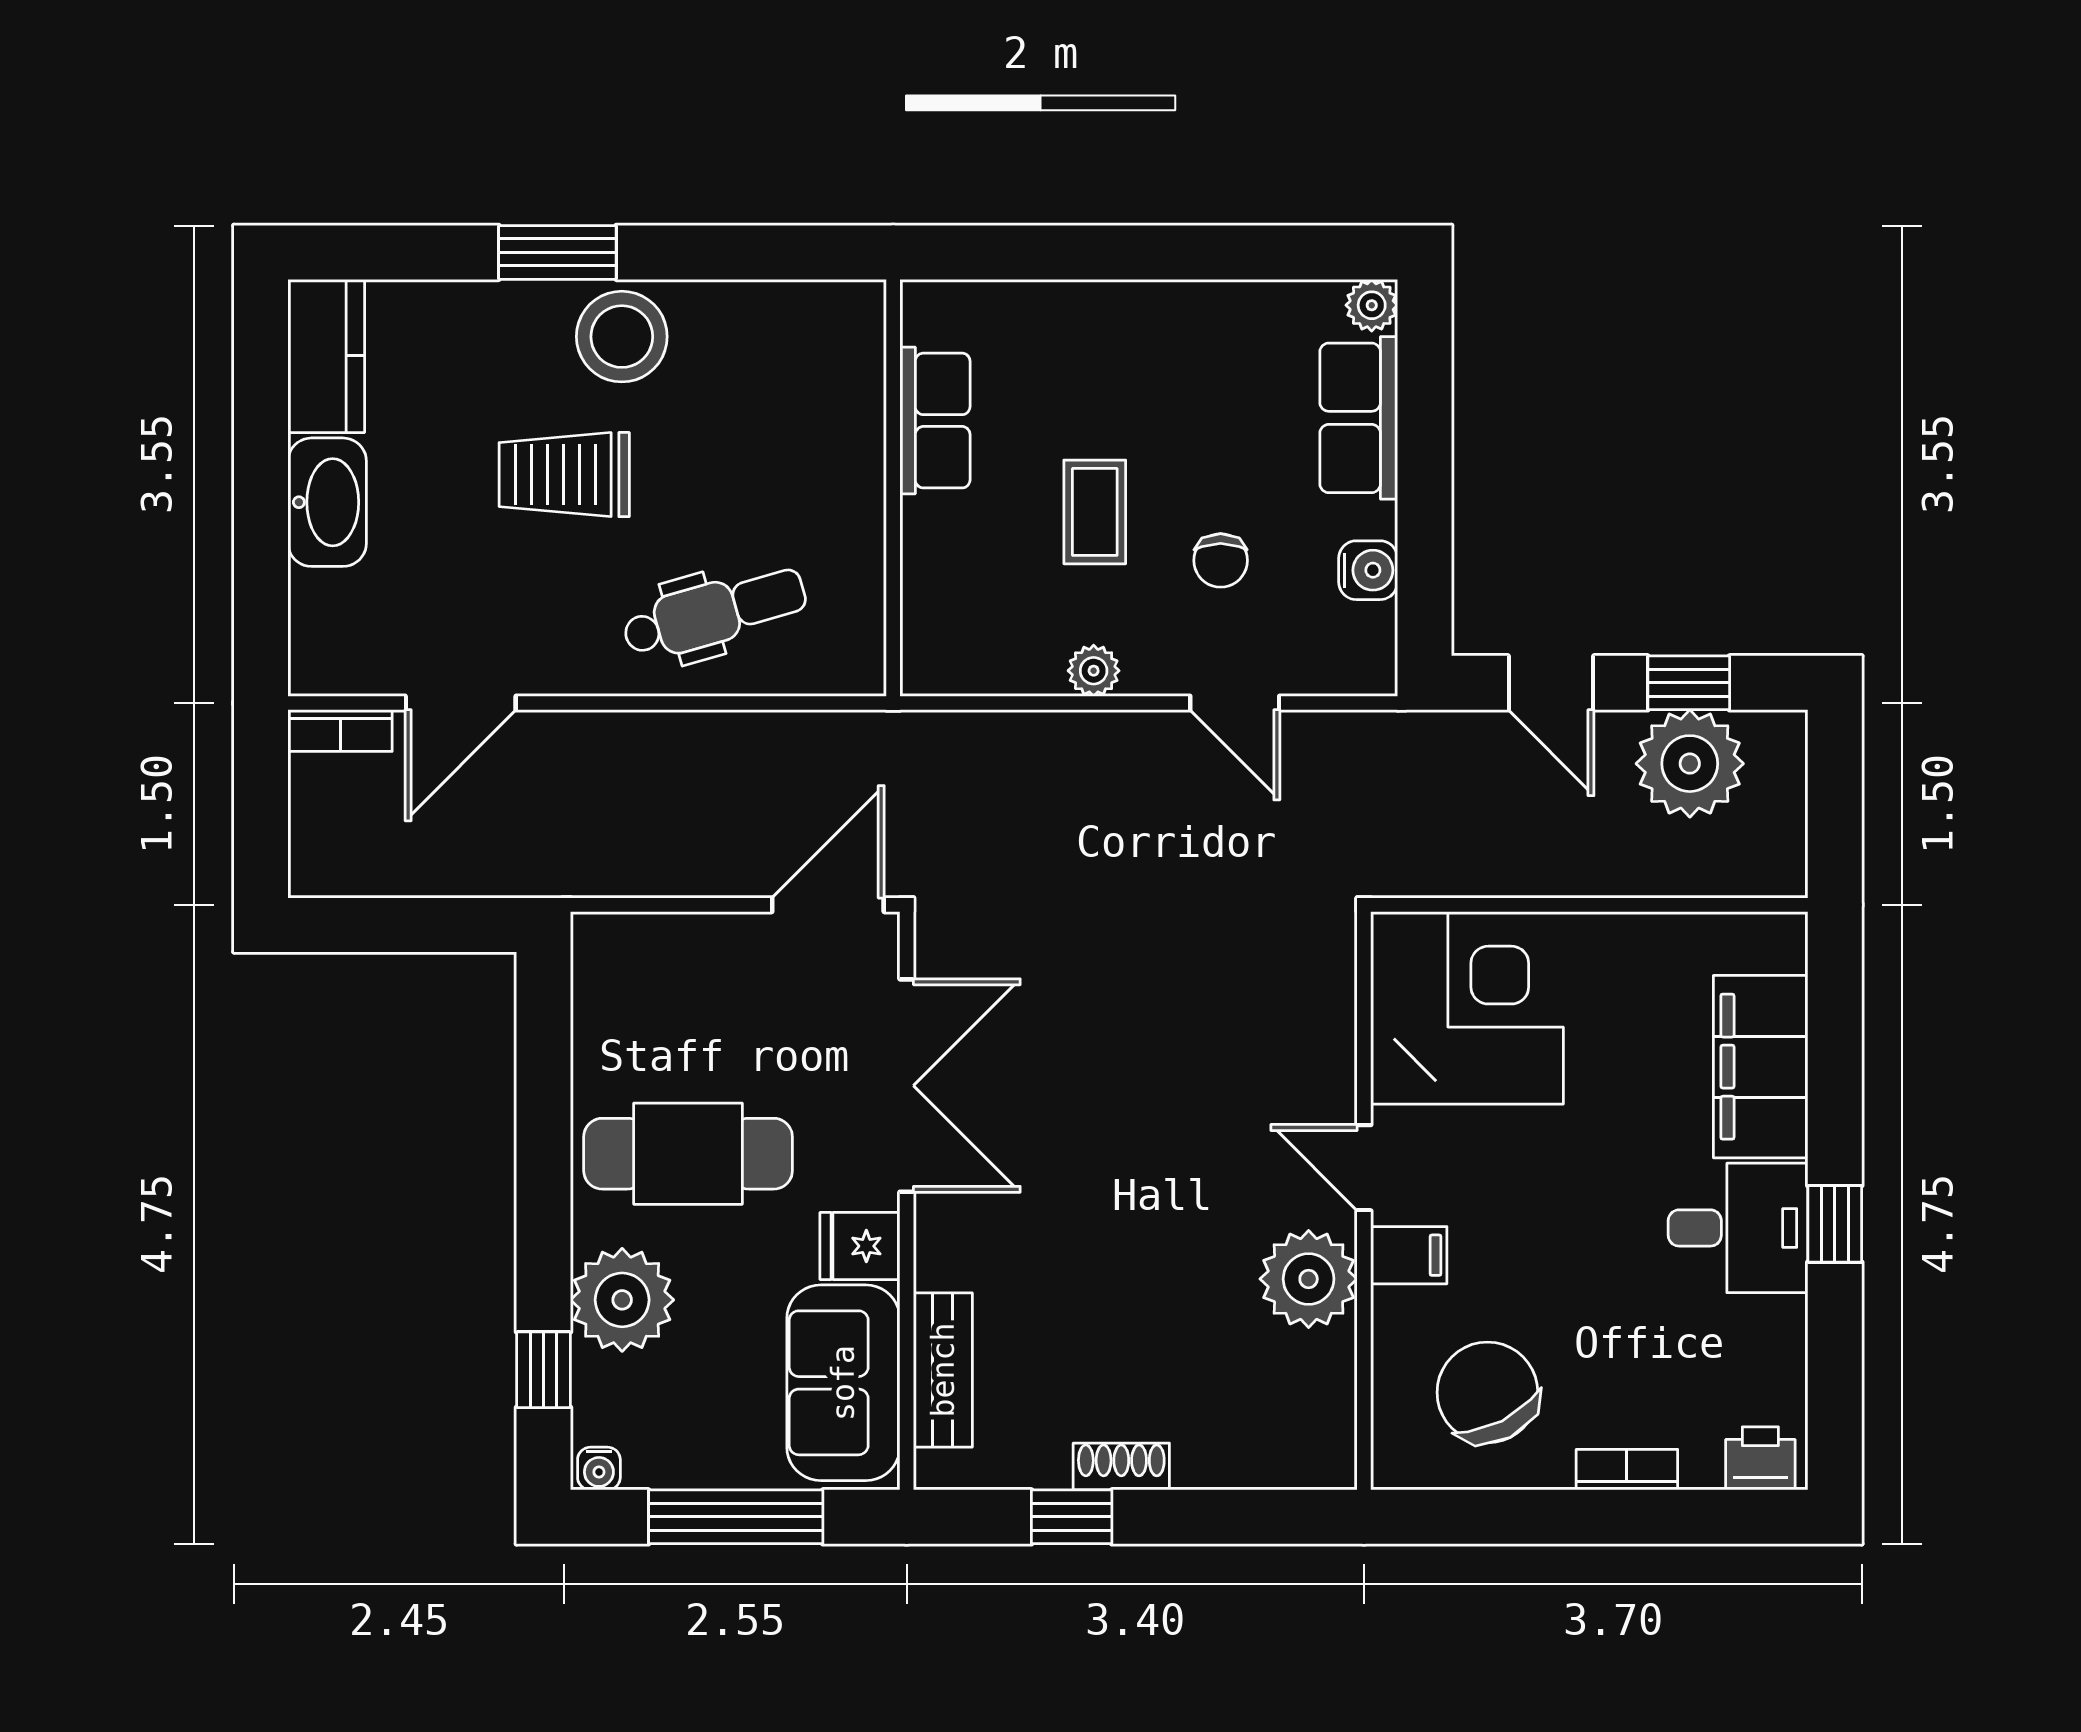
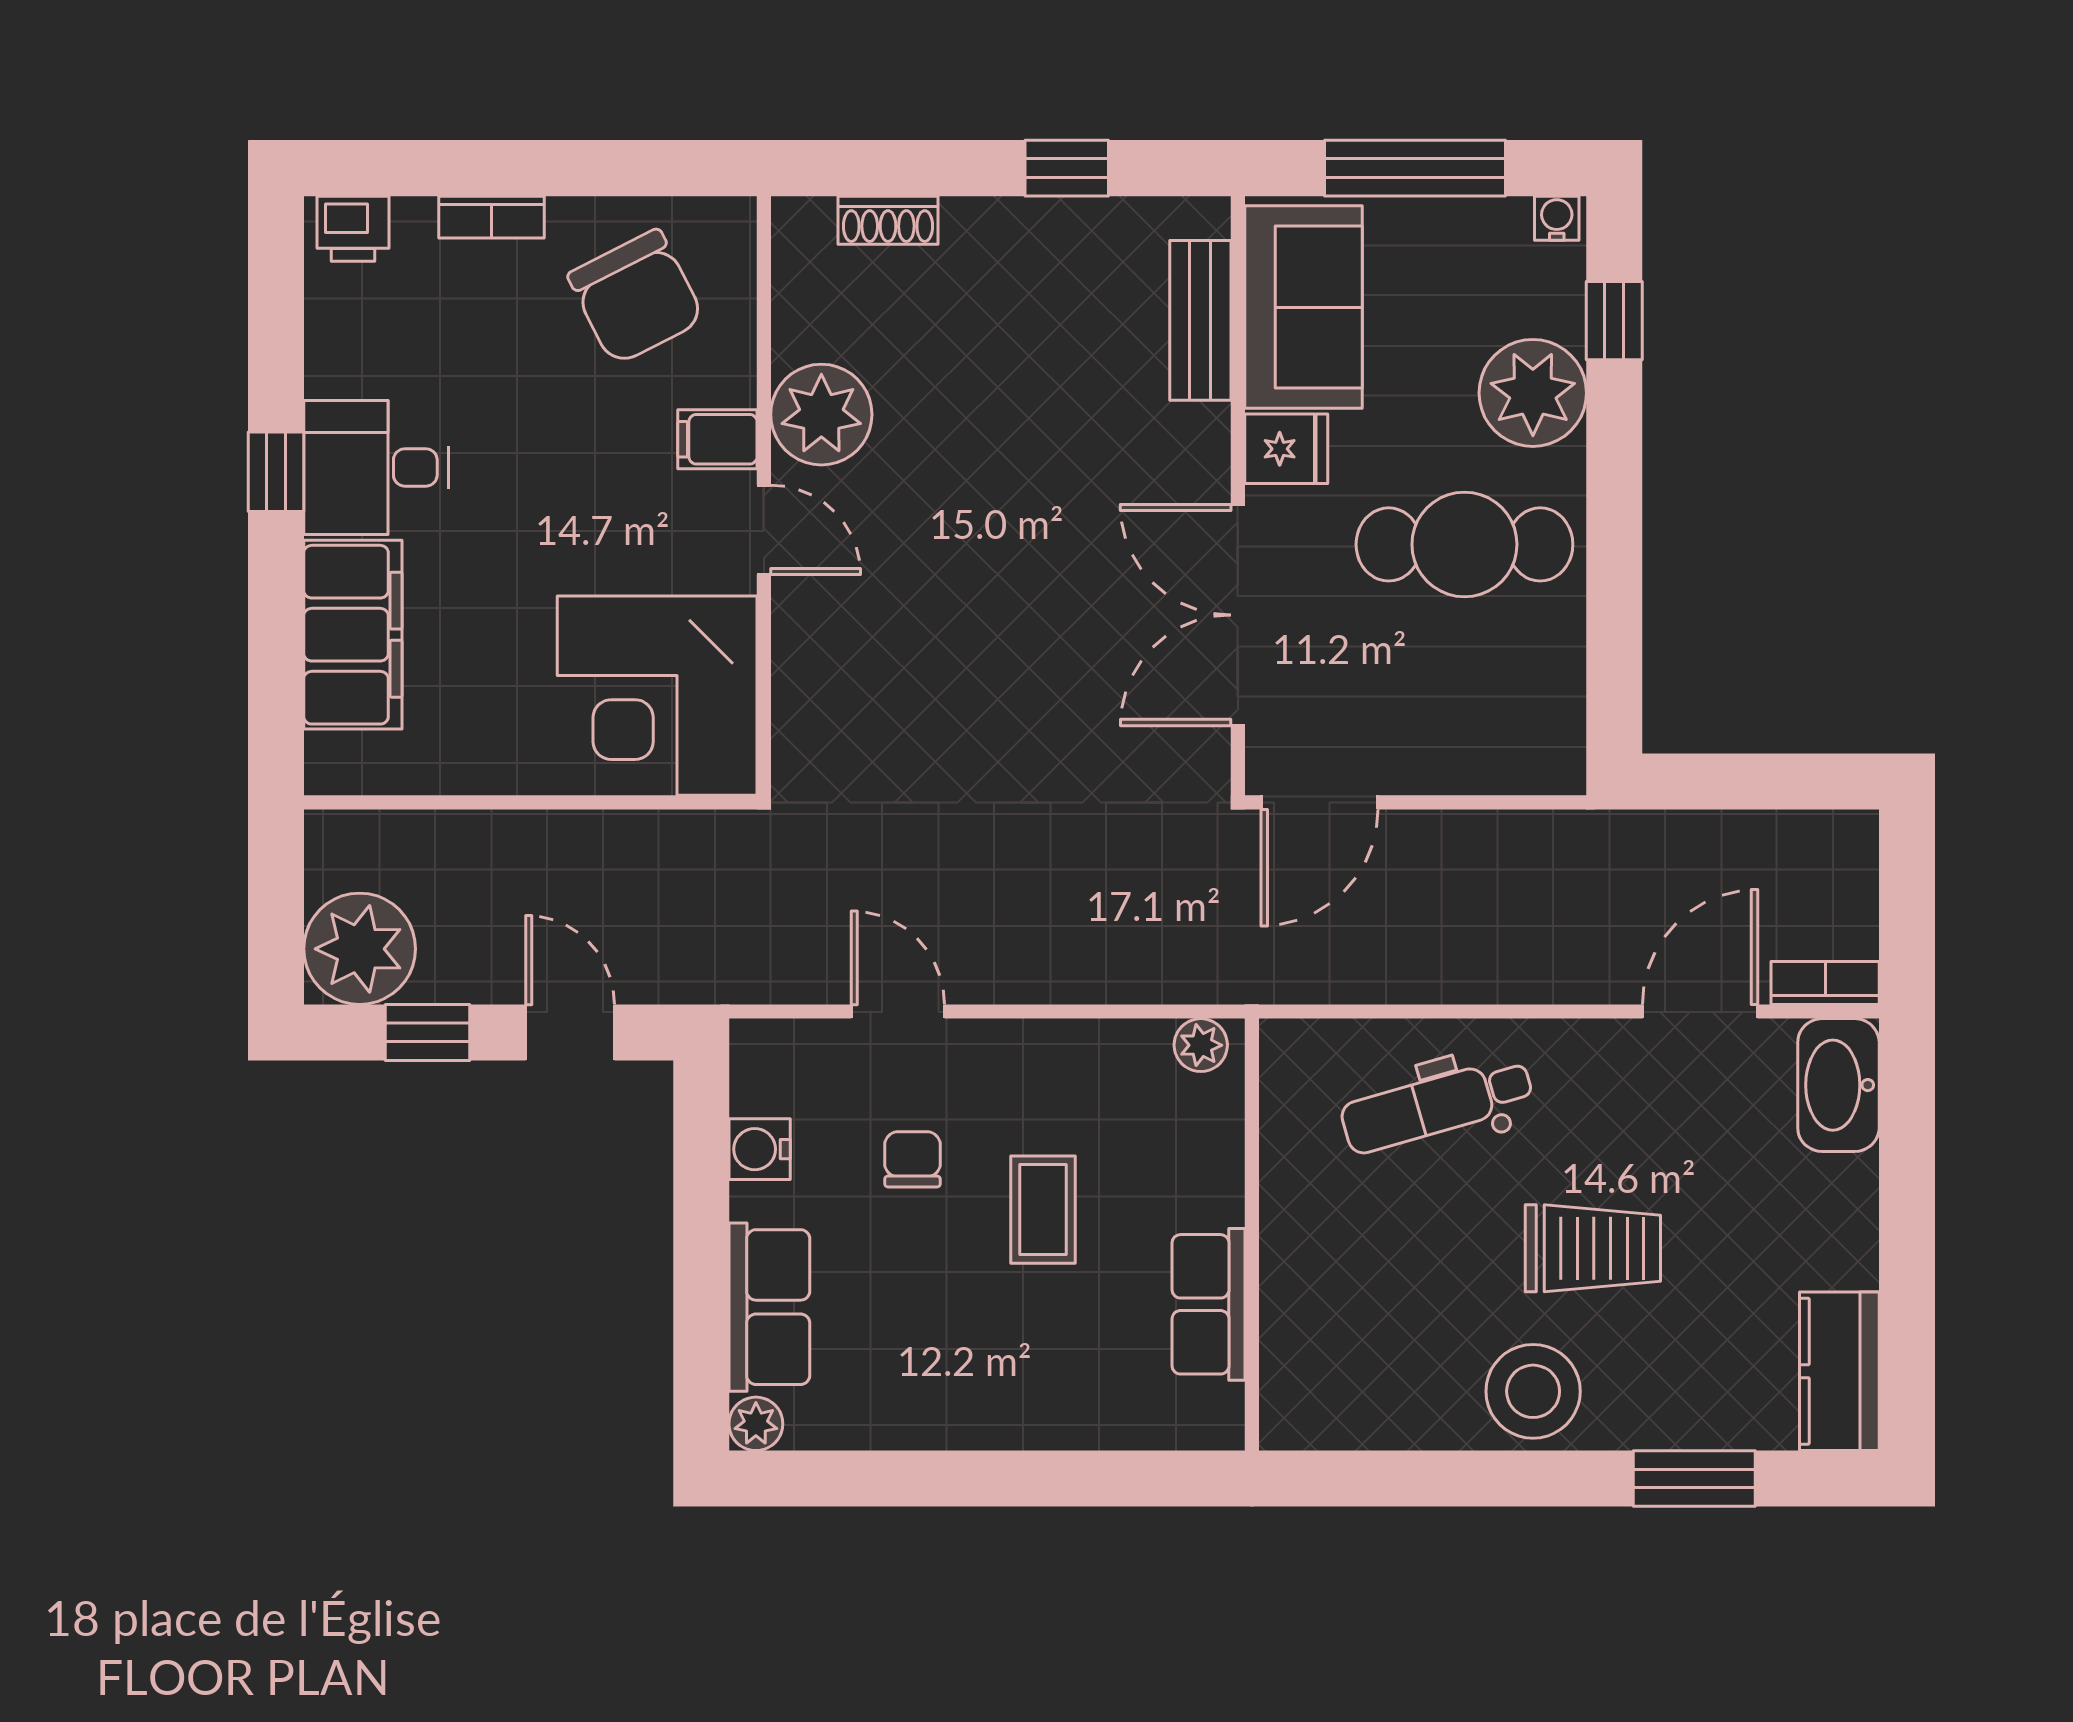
window: (557, 252) -> (1694, 1479), moved
washbasin: (327, 502) -> (1838, 1085), moved
plant: (1094, 671) -> (1201, 1045), moved
plant: (1690, 764) -> (360, 949), moved
shoe rack: (1121, 1467) -> (888, 220), moved

